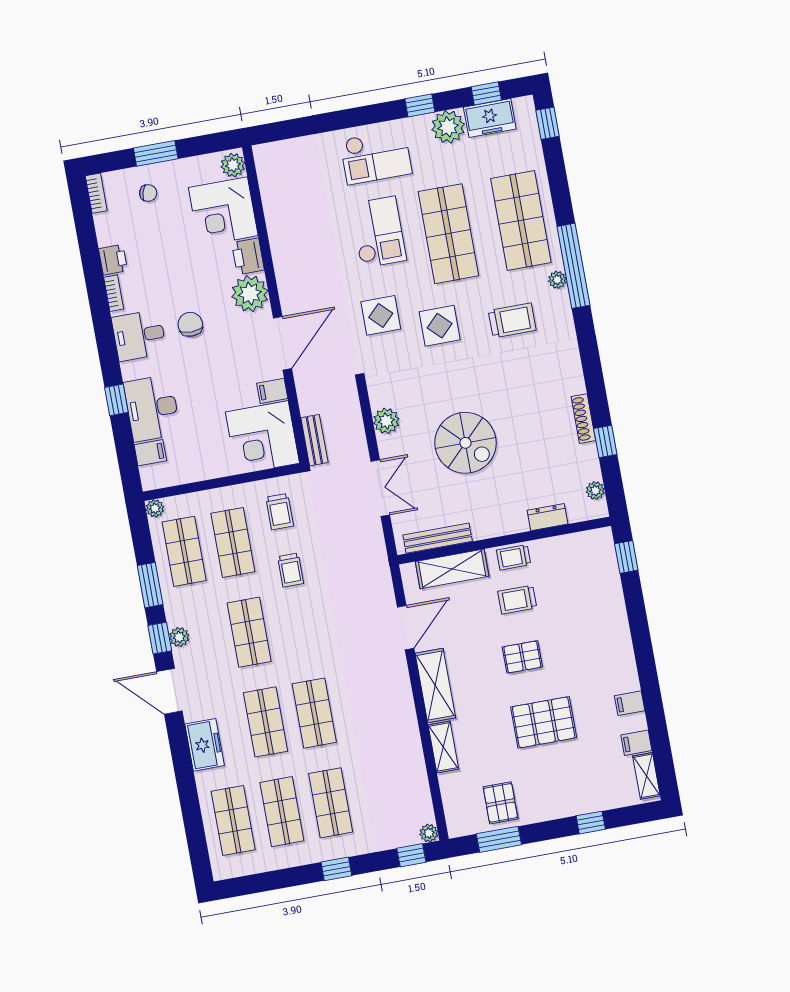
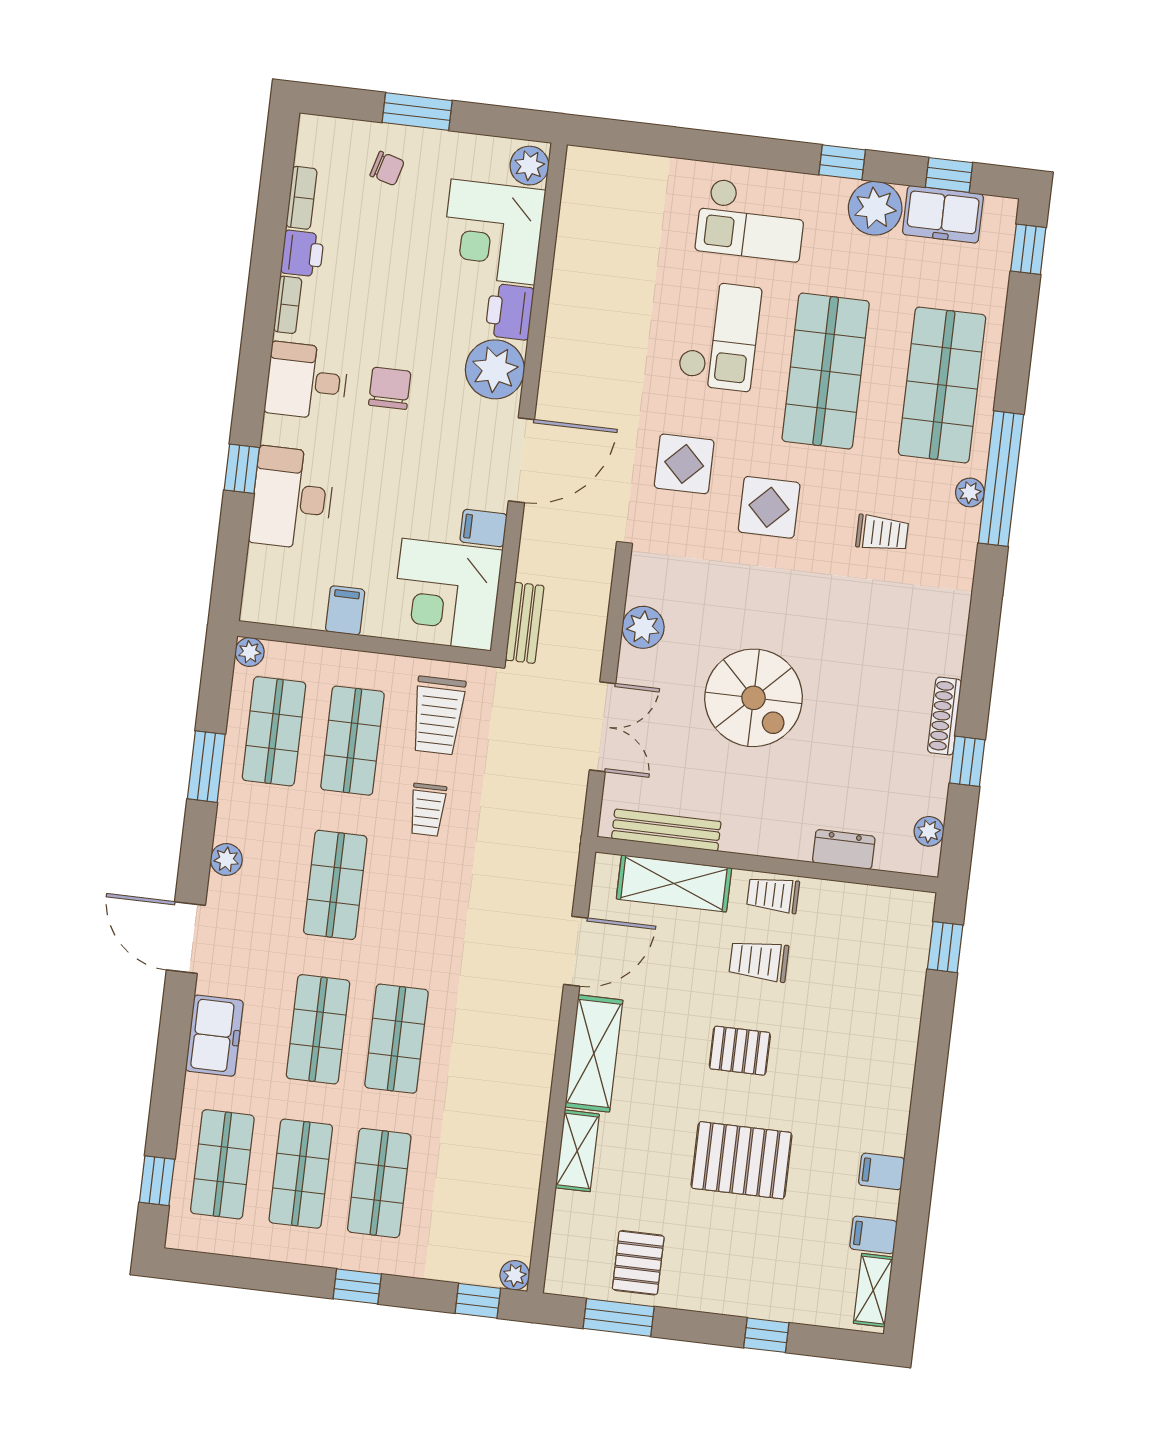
bookcase: (96, 193) -> (301, 198), moved
trolley: (512, 320) -> (882, 533), width x0.73, depth x0.72
filing cabinet: (150, 453) -> (345, 610), moved, turned -90
trolley: (280, 512) -> (438, 715), width x1.36, depth x1.39
window: (160, 638) -> (157, 1181), moved

